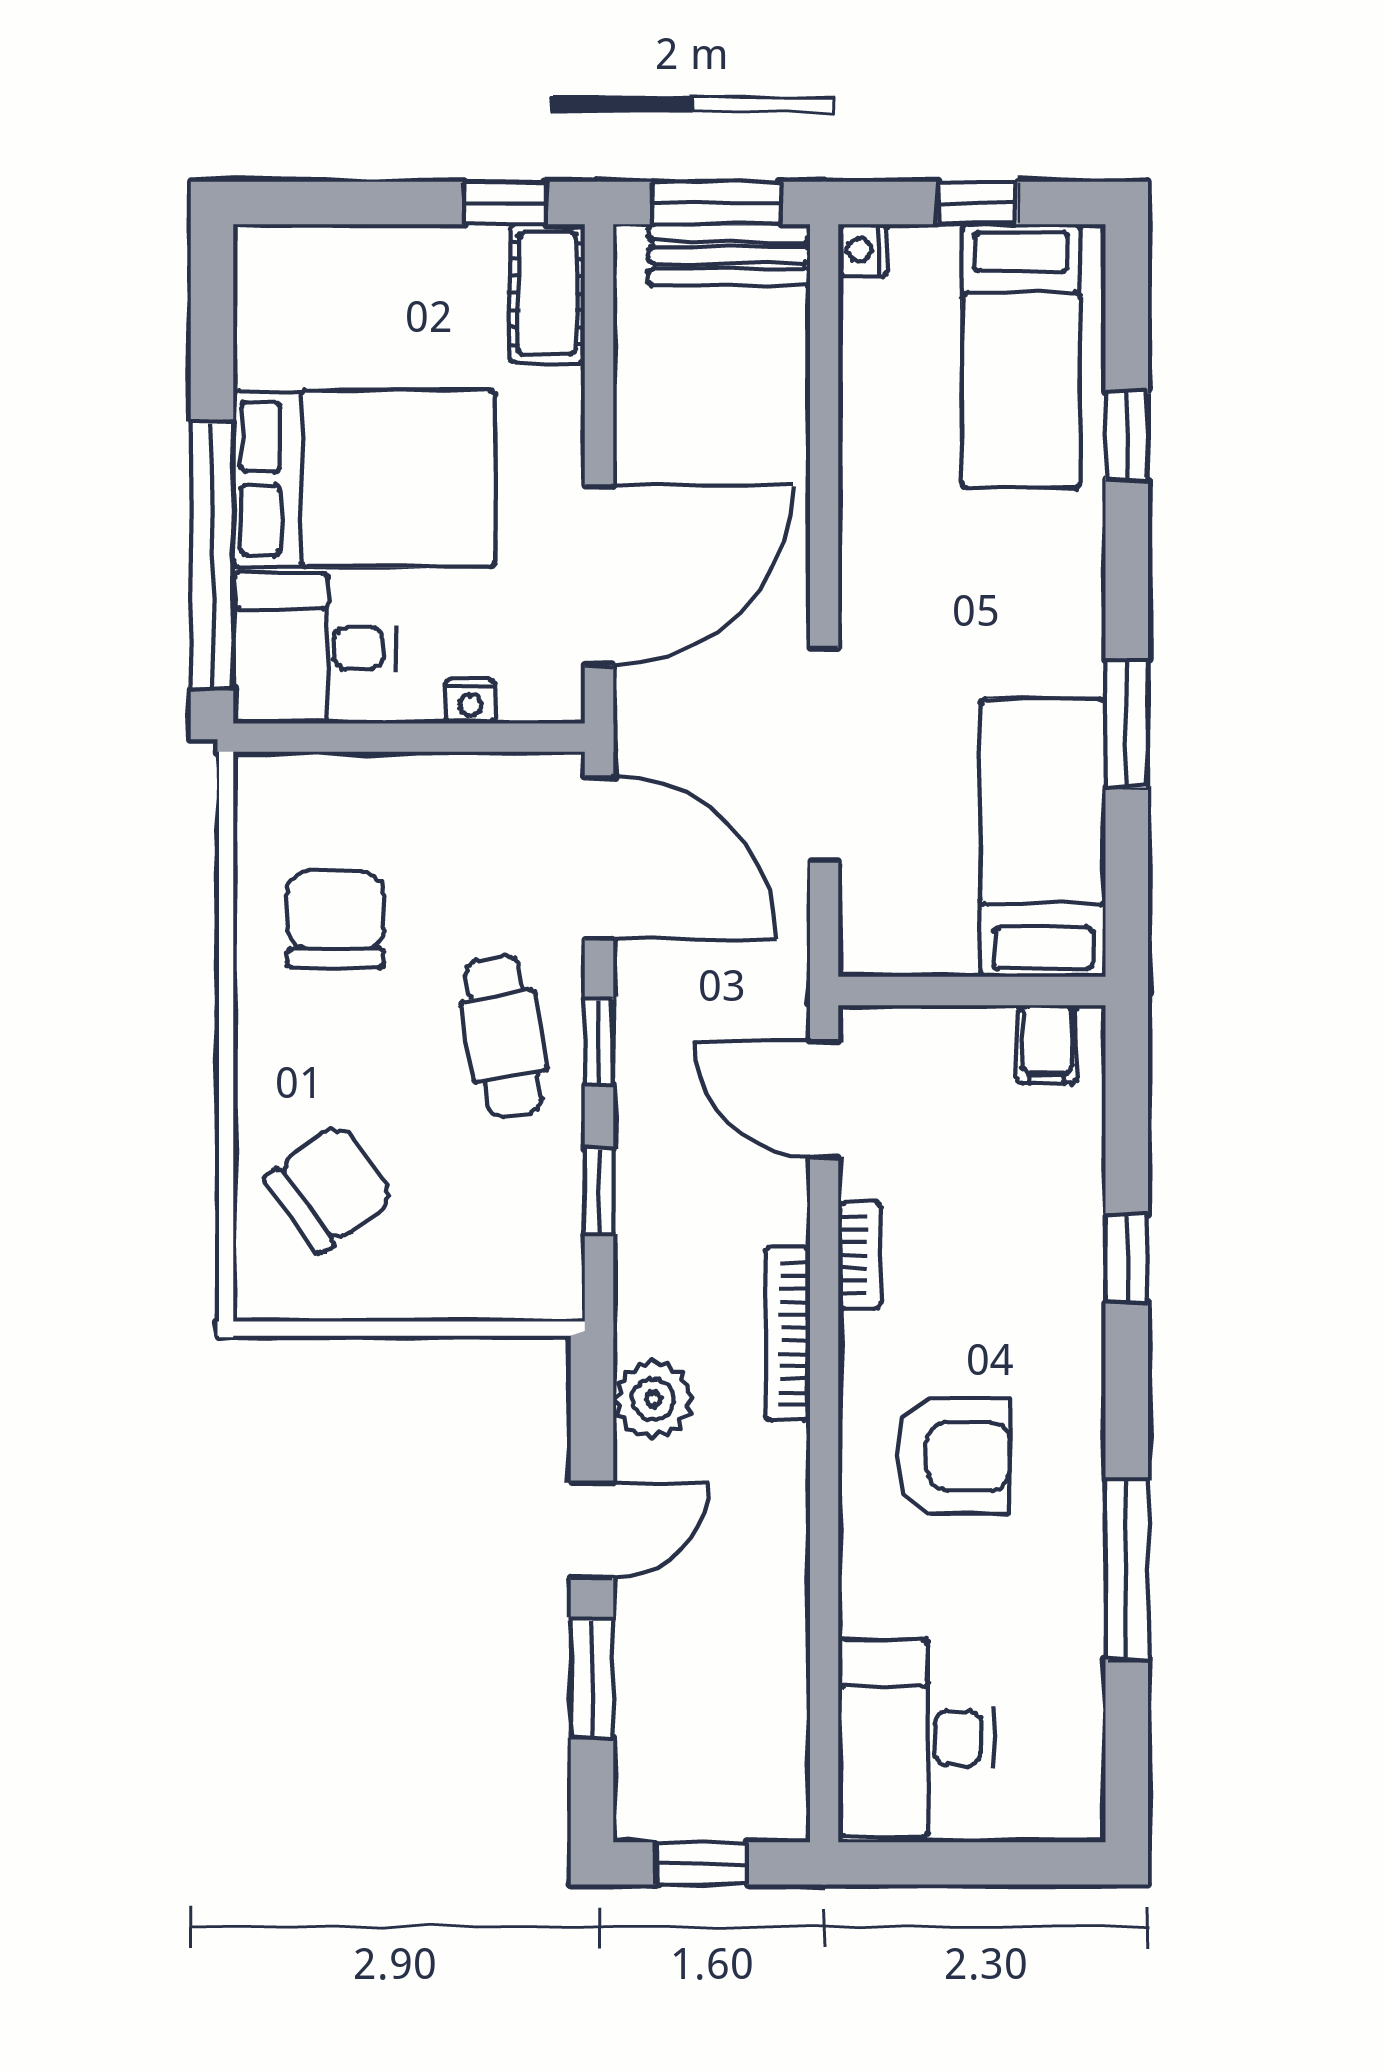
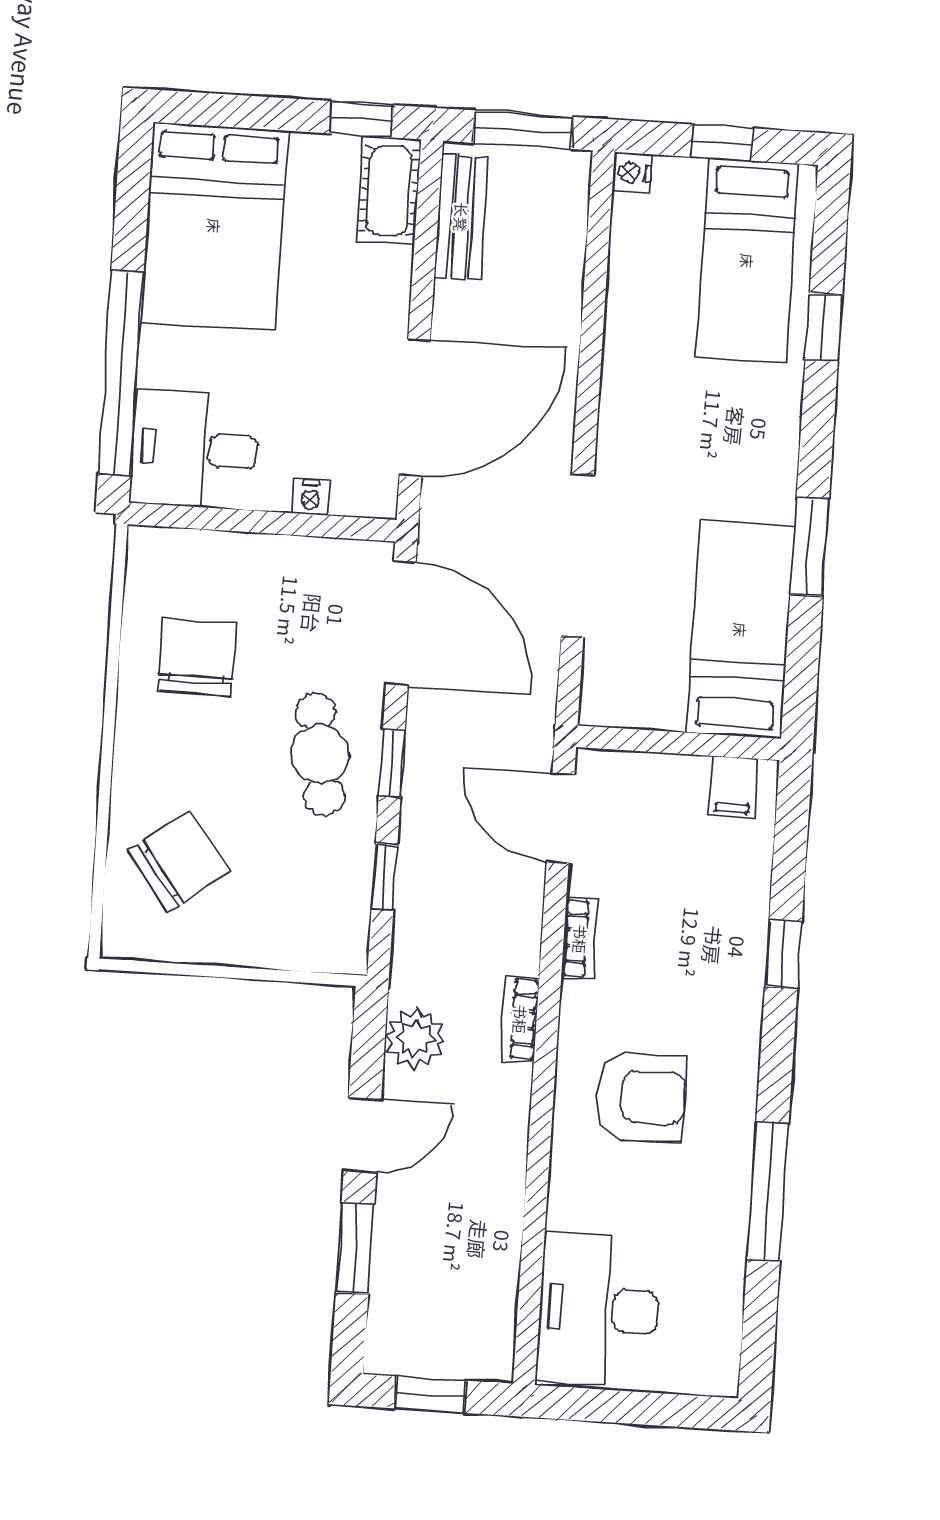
bench: (729, 255) -> (461, 217), moved, turned 90
bed: (364, 479) -> (214, 226), moved, turned 90
bookcase: (788, 1334) -> (520, 1019), width x0.64

